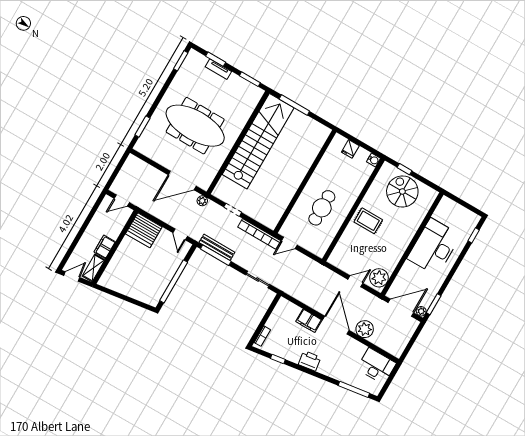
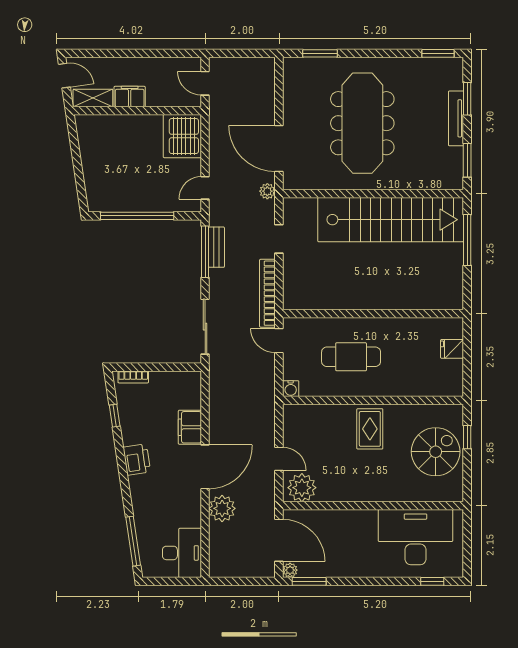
tv unit: (218, 69) -> (456, 118), width x1.41
water cooler: (374, 160) -> (291, 389), moved
bench: (217, 247) -> (216, 247), width x0.73
desk: (434, 247) -> (416, 537), moved
sliding door: (258, 280) -> (205, 327), width x1.37

